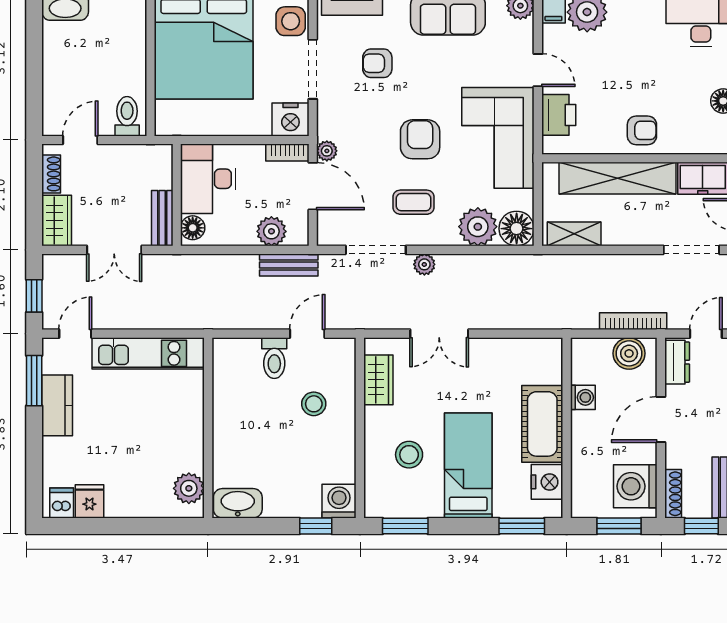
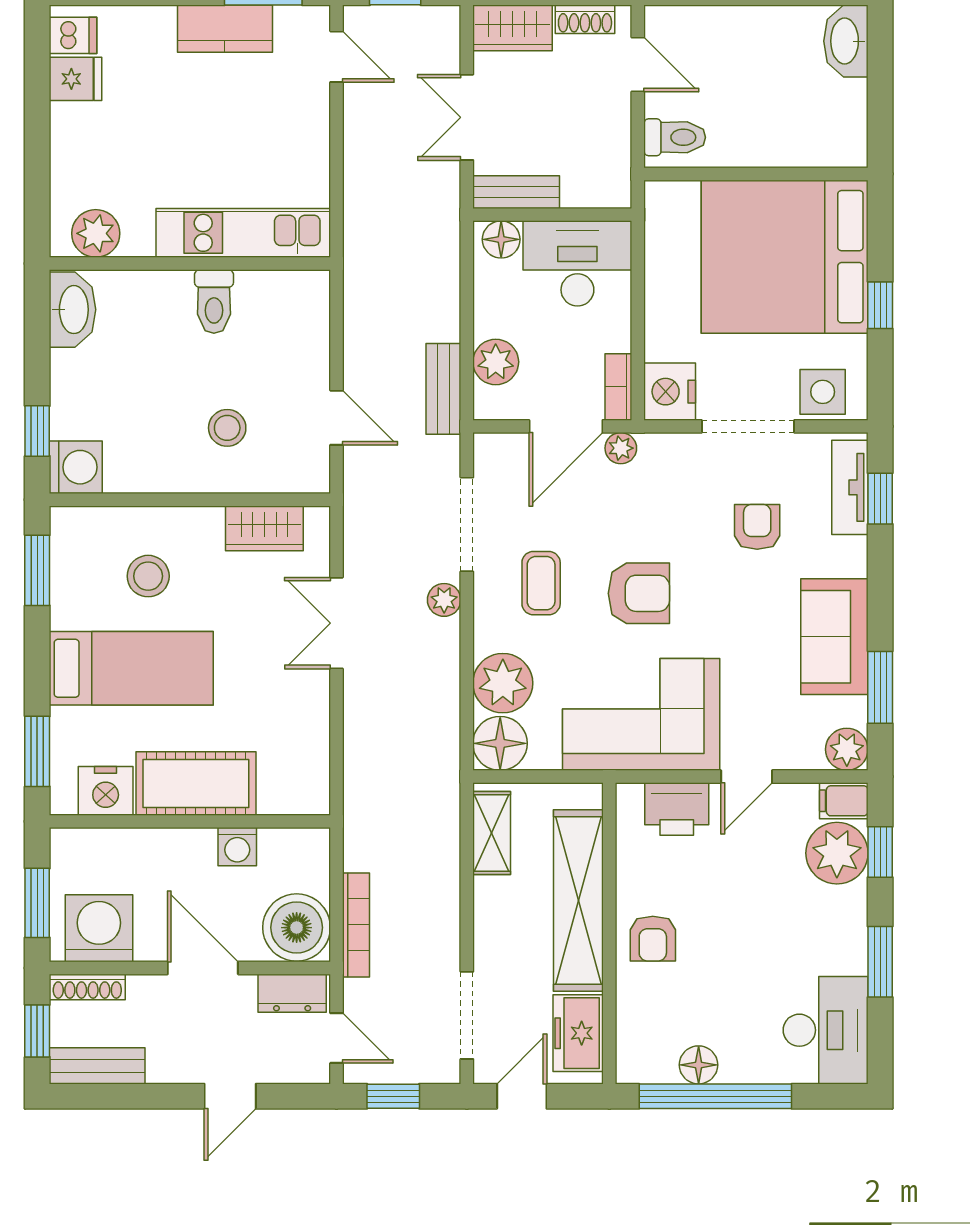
kitchen unit: (148, 353) -> (243, 233), moved, turned 90
boiler: (629, 353) -> (297, 928), width x1.37, depth x1.37
toilet: (274, 358) -> (214, 301), moved, turned -90

